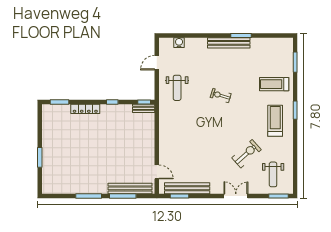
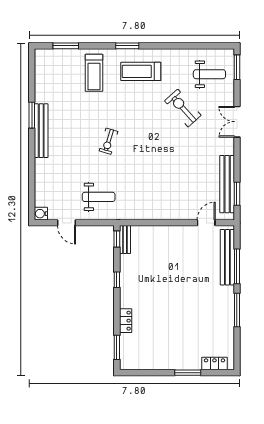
water cooler: (179, 43) -> (41, 214), moved
locker: (85, 109) -> (126, 321), width x0.66
locker: (47, 178) -> (214, 364), added

